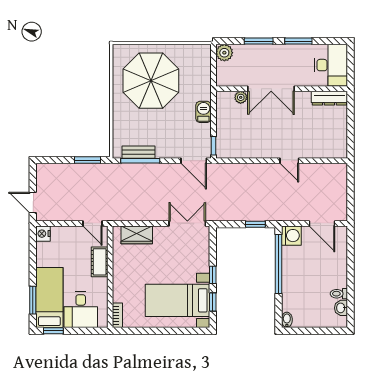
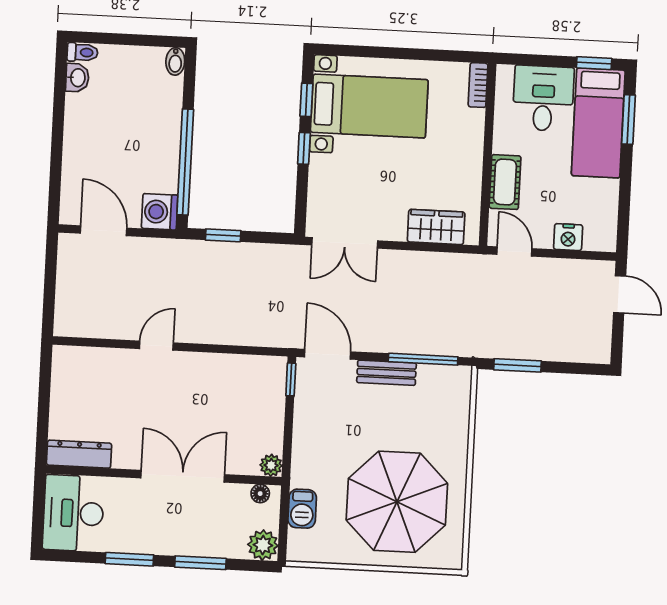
floor lamp: (227, 81) -> (260, 494), added
plant: (241, 97) -> (271, 465), moved
barbecue: (203, 112) -> (302, 509), moved
bench: (138, 152) -> (386, 373), moved
door: (289, 161) -> (156, 346), hinge flipped
nightstand: (43, 234) -> (568, 237), moved, turned 90
toilet: (339, 294) -> (82, 52), moved

